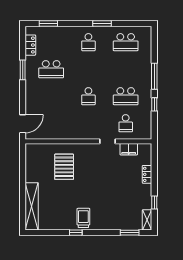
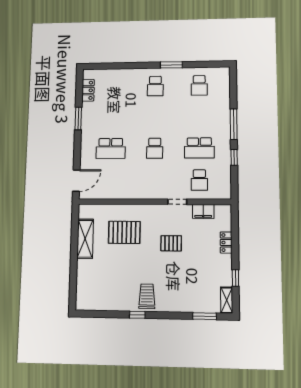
window: (48, 24) -> (109, 66), removed
school desk: (126, 42) -> (199, 85), width x0.54
school desk: (51, 69) -> (111, 148), moved
pallet: (64, 167) -> (124, 232), turned 90
pallet: (103, 175) -> (171, 243), added
shelving: (32, 206) -> (85, 239), moved, width x0.68

